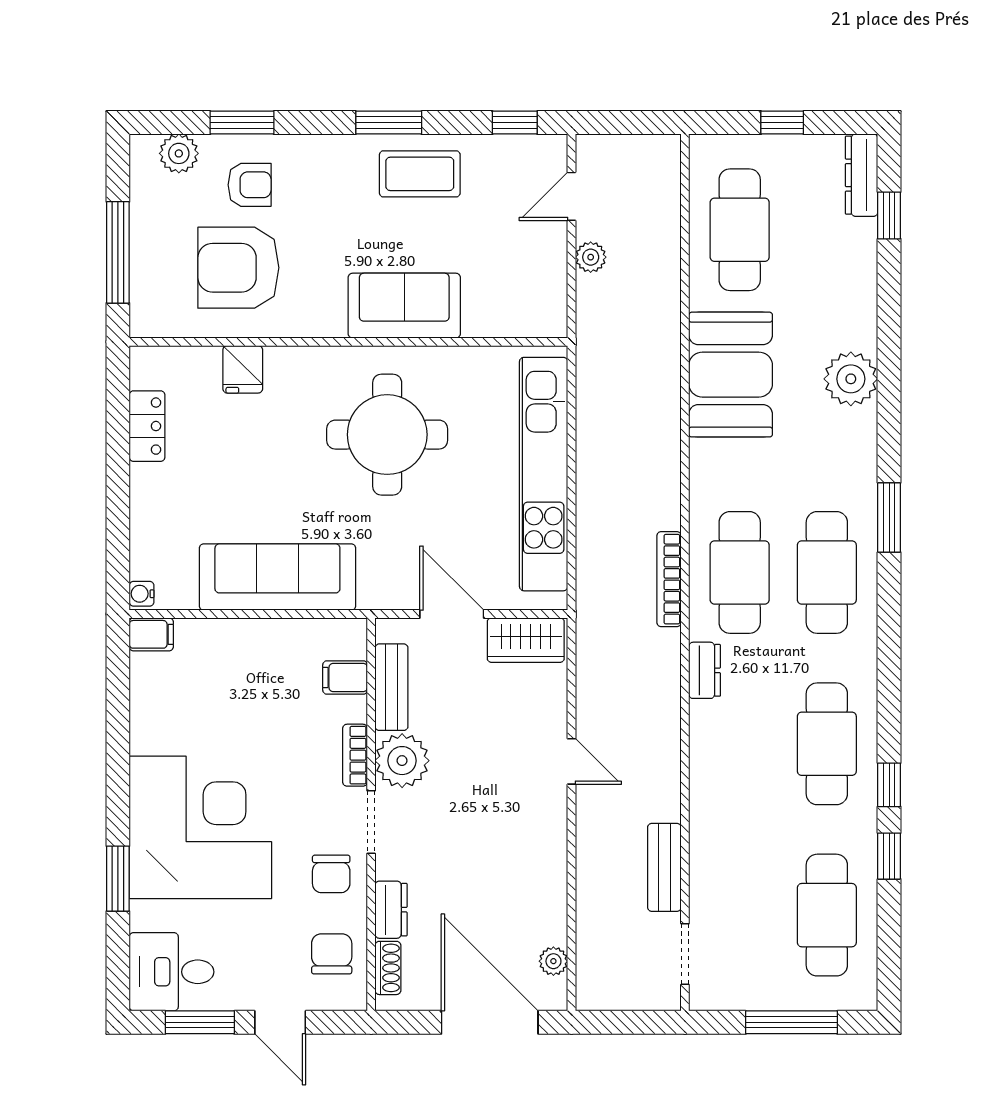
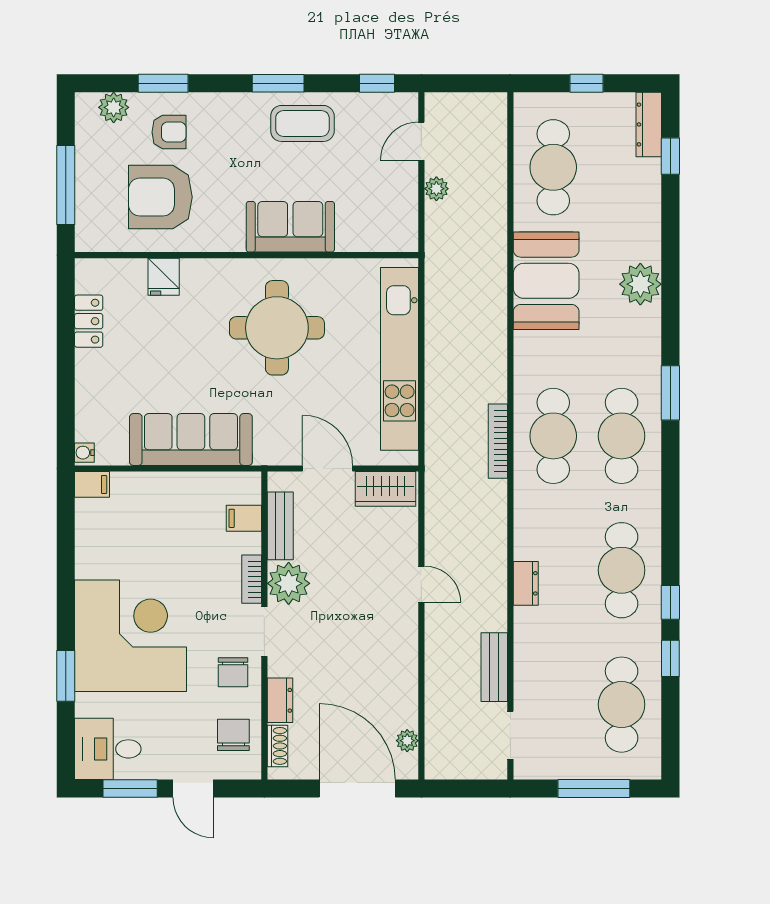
dresser: (705, 670) -> (526, 583), moved

